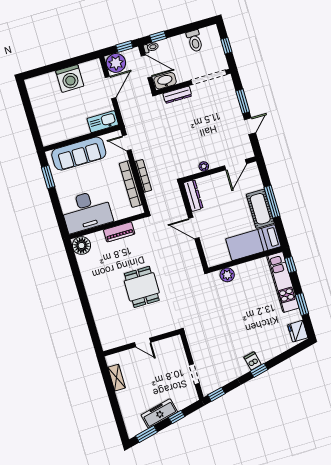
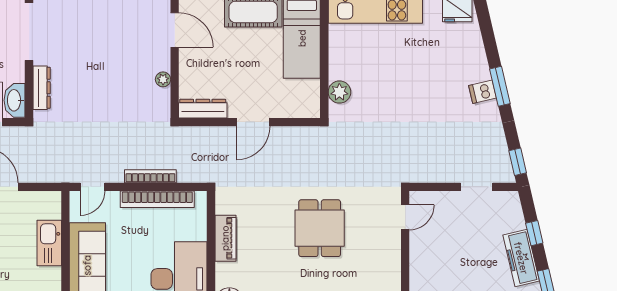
kitchen sink: (103, 122) -> (49, 243), moved
dining table: (142, 287) -> (320, 228), turned 90
door: (143, 342) -> (405, 217), moved
window: (259, 370) -> (500, 86), width x1.50

